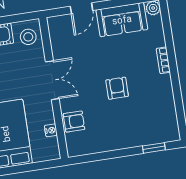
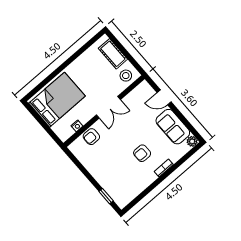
armchair: (117, 88) -> (142, 153), moved, turned 180
armchair: (74, 122) -> (91, 137), turned 90

